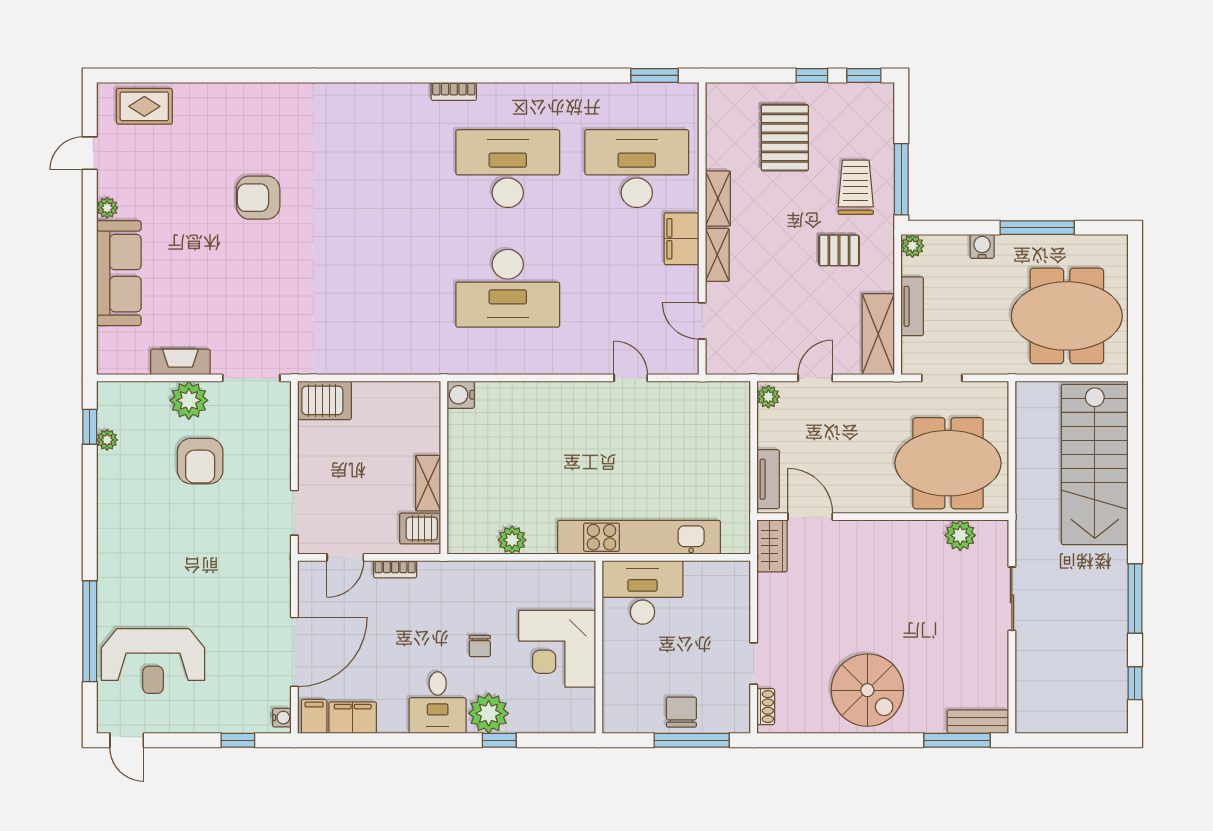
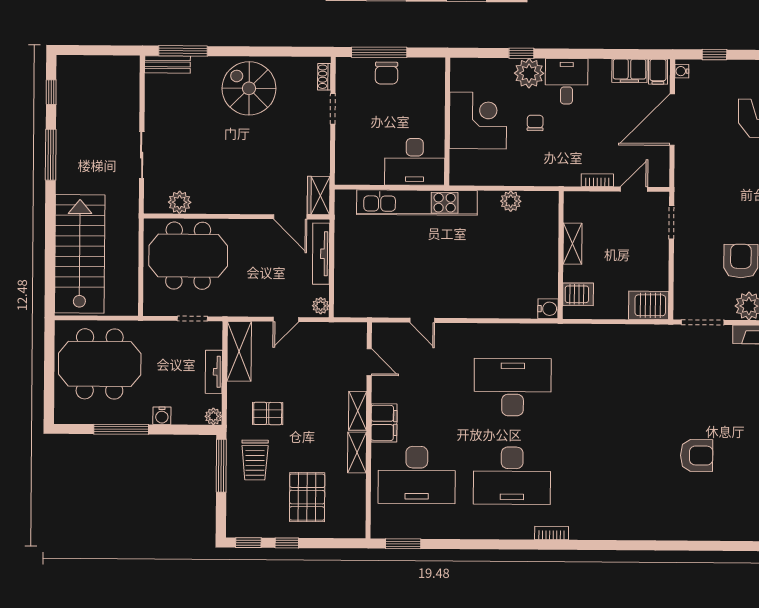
tv unit: (768, 479) -> (321, 254), width x1.41
server rack: (420, 529) -> (578, 294), moved

